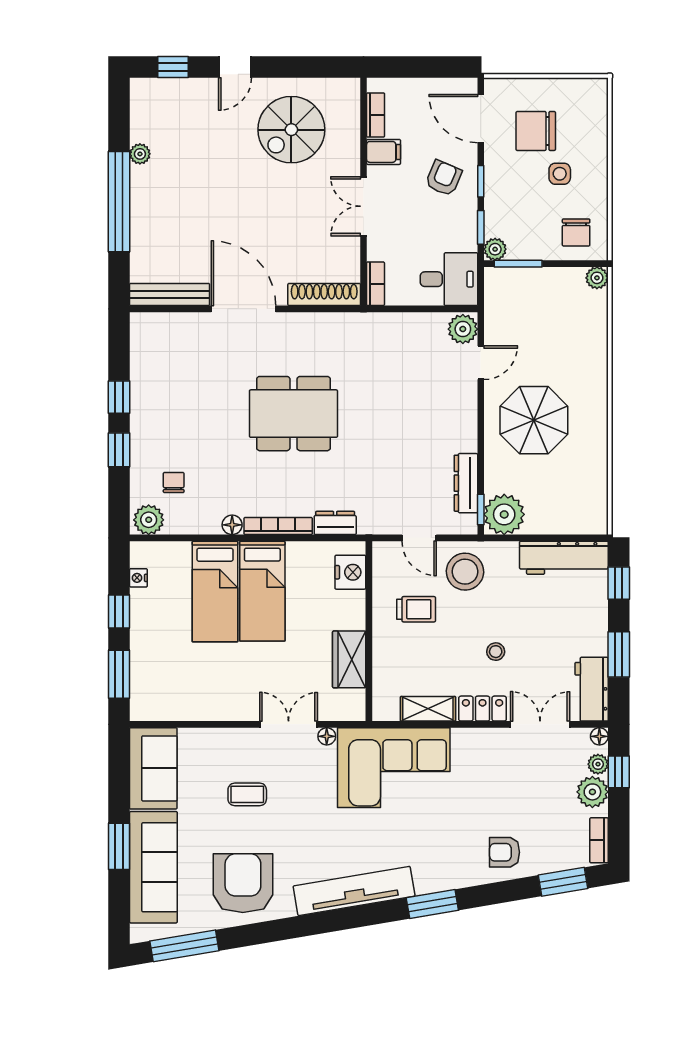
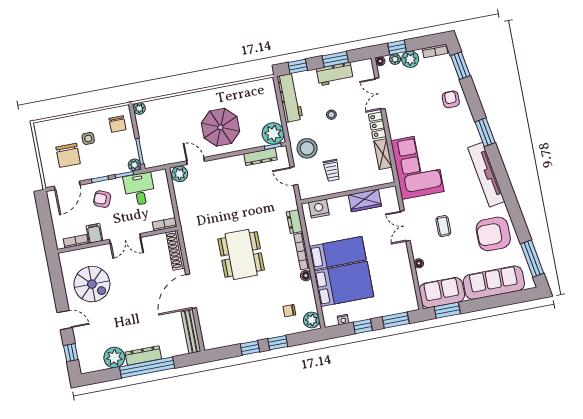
plant: (140, 154) -> (114, 357), width x1.88, depth x1.88
dresser: (142, 199) -> (143, 356), added
chair: (576, 232) -> (117, 124), turned 90
desk: (449, 279) -> (139, 189), moved
door: (419, 538) -> (294, 176), swing flipped
bed: (215, 592) -> (344, 284), width x1.50
trolley: (416, 609) -> (332, 170), turned 180
stool: (496, 652) -> (331, 115), moved
workbench: (592, 689) -> (335, 74), moved
floor lamp: (327, 736) -> (419, 263), moved
coffee table: (247, 794) -> (443, 226), moved
window: (119, 846) -> (447, 310), moved
armchair: (505, 852) -> (451, 99), turned 180

